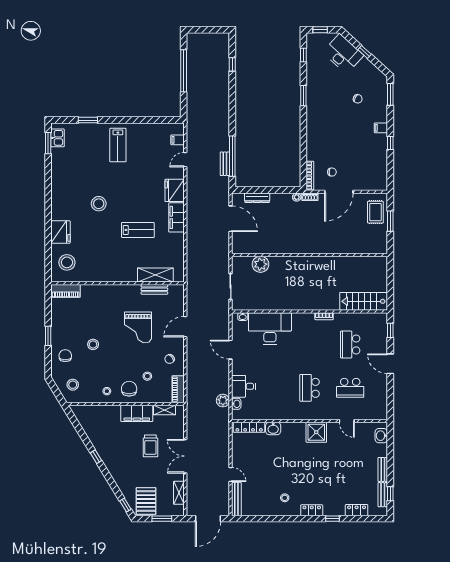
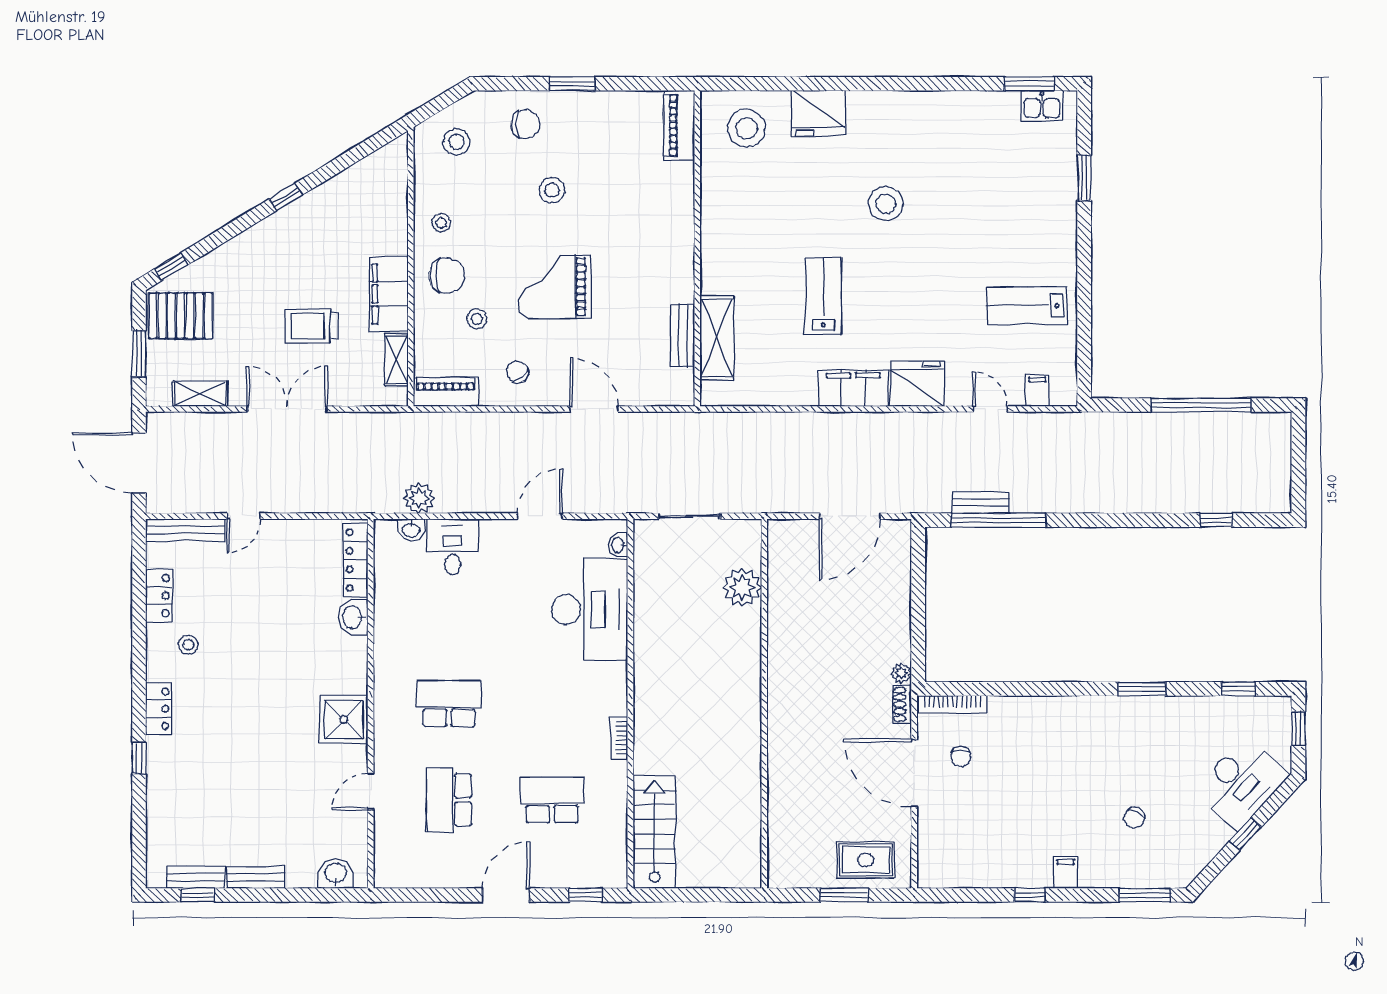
lab bench: (118, 145) -> (1027, 305), moved
dresser: (257, 198) -> (900, 579), removed
lab bench: (138, 230) -> (823, 296), turned 180
grand piano: (138, 327) -> (554, 287), moved
locker: (357, 510) -> (159, 596), moved

